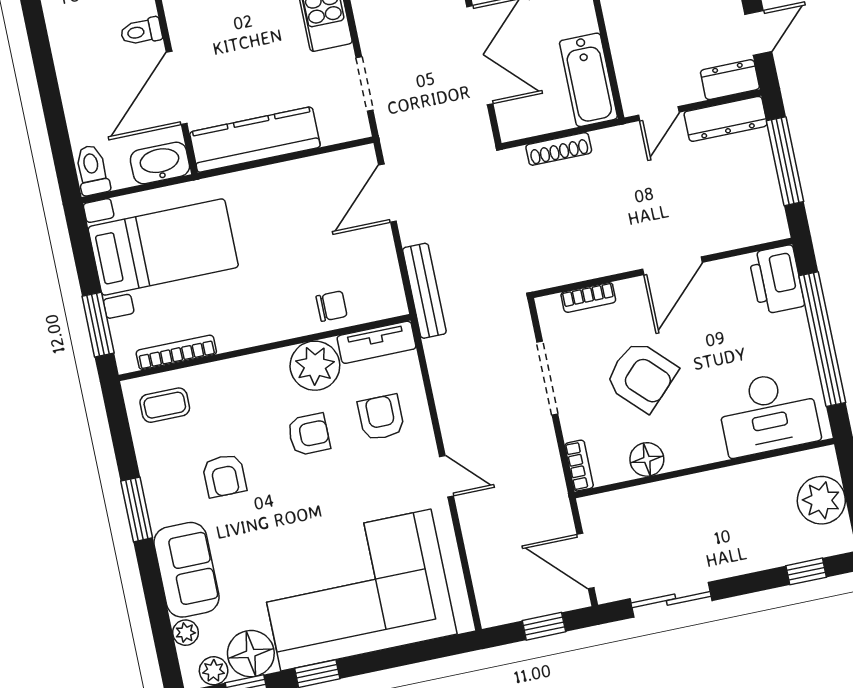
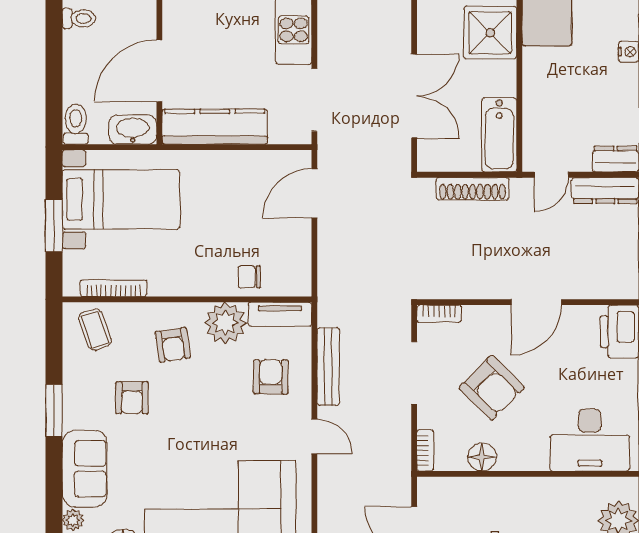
toilet: (141, 32) -> (79, 18), moved, turned 180
doorway: (365, 84) -> (314, 100), width x1.38
shoe rack: (559, 149) -> (473, 189), width x1.36, depth x1.24
bench: (424, 291) -> (328, 367), moved
bookcase: (588, 297) -> (439, 314), moved
chair: (332, 306) -> (249, 277), turned 180
window: (98, 325) -> (54, 226), moved
coffee table: (165, 405) -> (95, 330), turned 71
armchair: (309, 434) -> (173, 345), moved, turned 81

